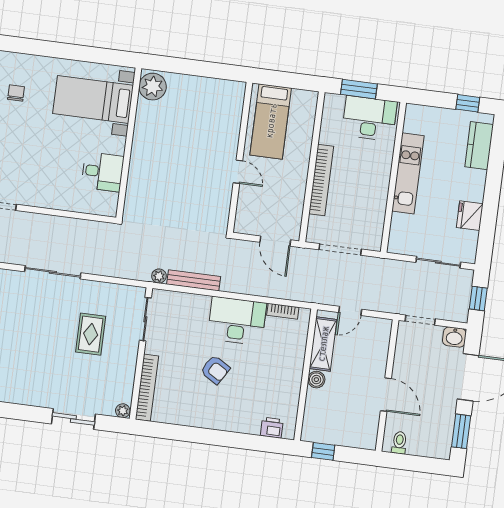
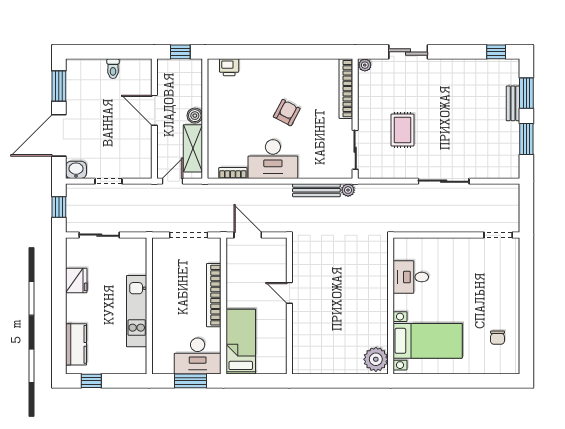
desk: (369, 118) -> (198, 356), moved
bed: (271, 121) -> (241, 342), moved
armchair: (215, 370) -> (287, 113), turned 87
wall: (387, 385) -> (154, 119), moved
door: (386, 395) -> (154, 110), moved

